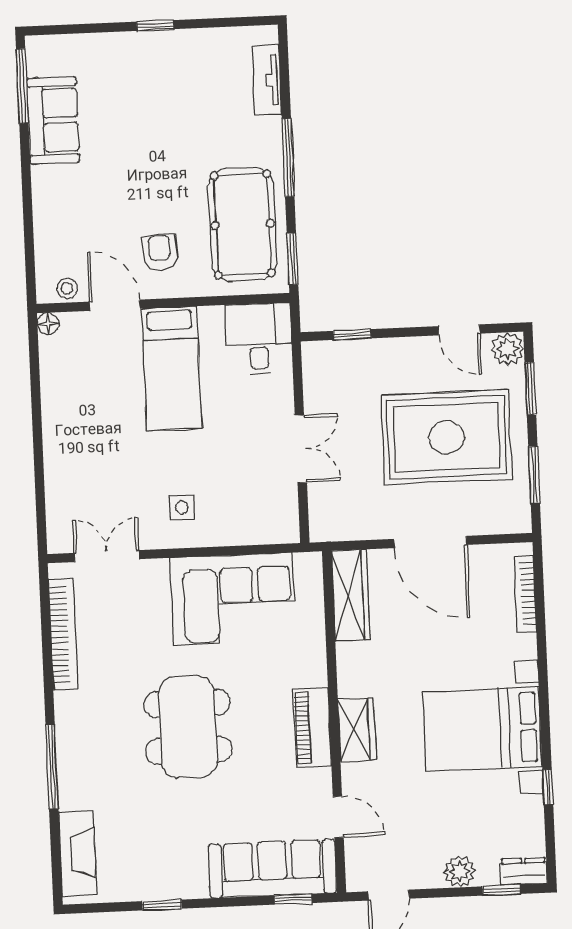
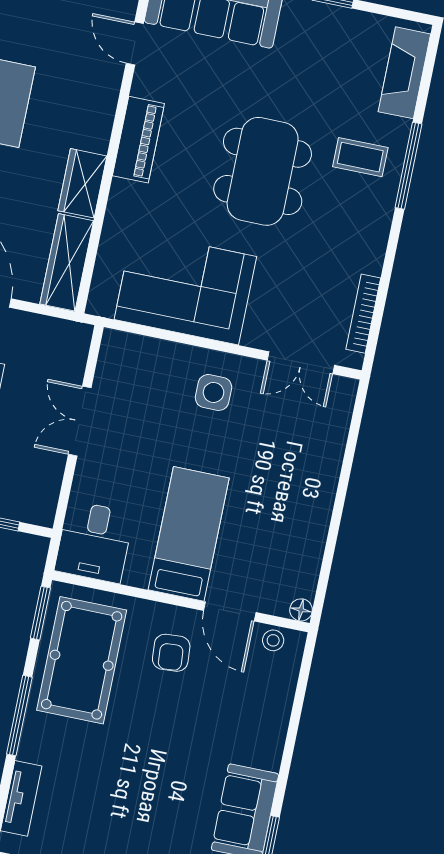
side table: (182, 507) -> (214, 392), width x1.37, depth x1.37
bookcase: (63, 635) -> (363, 314), width x0.68, depth x0.76
wardrobe: (357, 730) -> (82, 183), moved
coffee table: (99, 763) -> (360, 157), added

